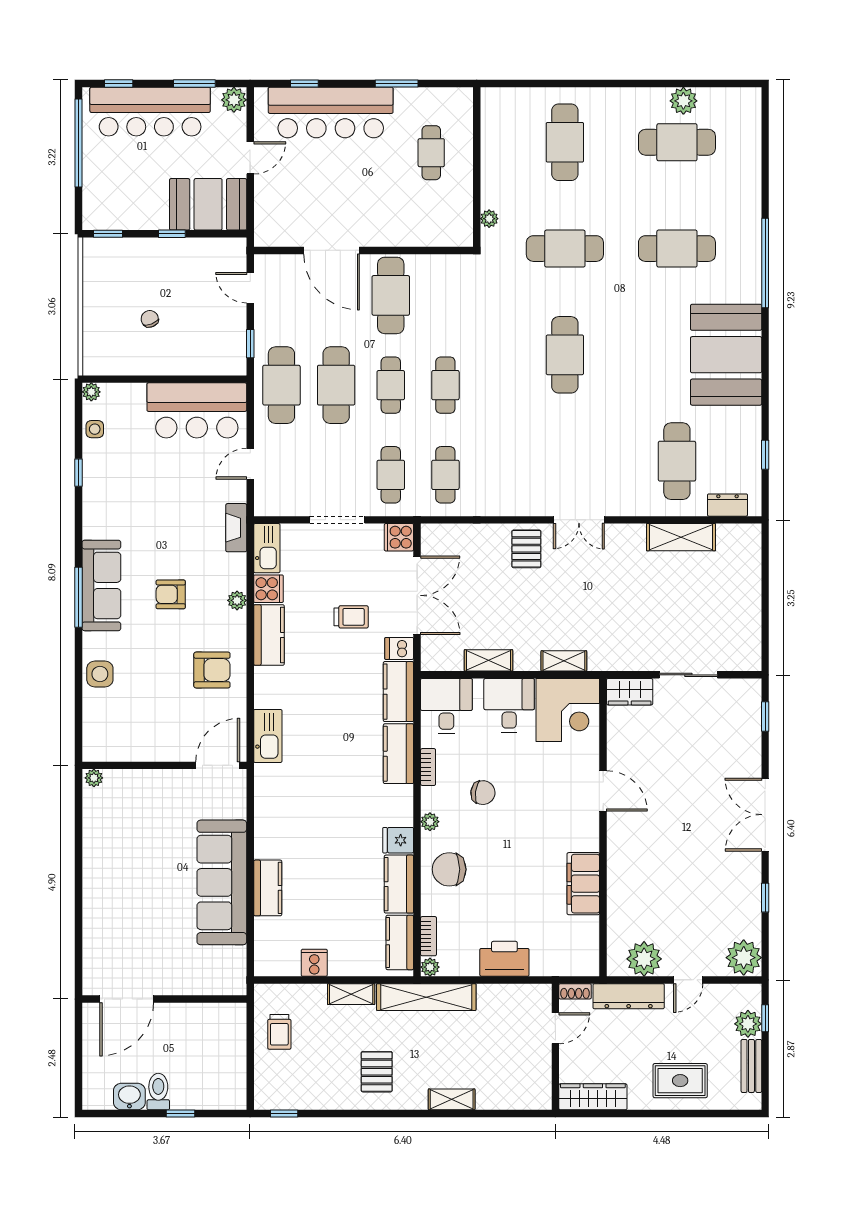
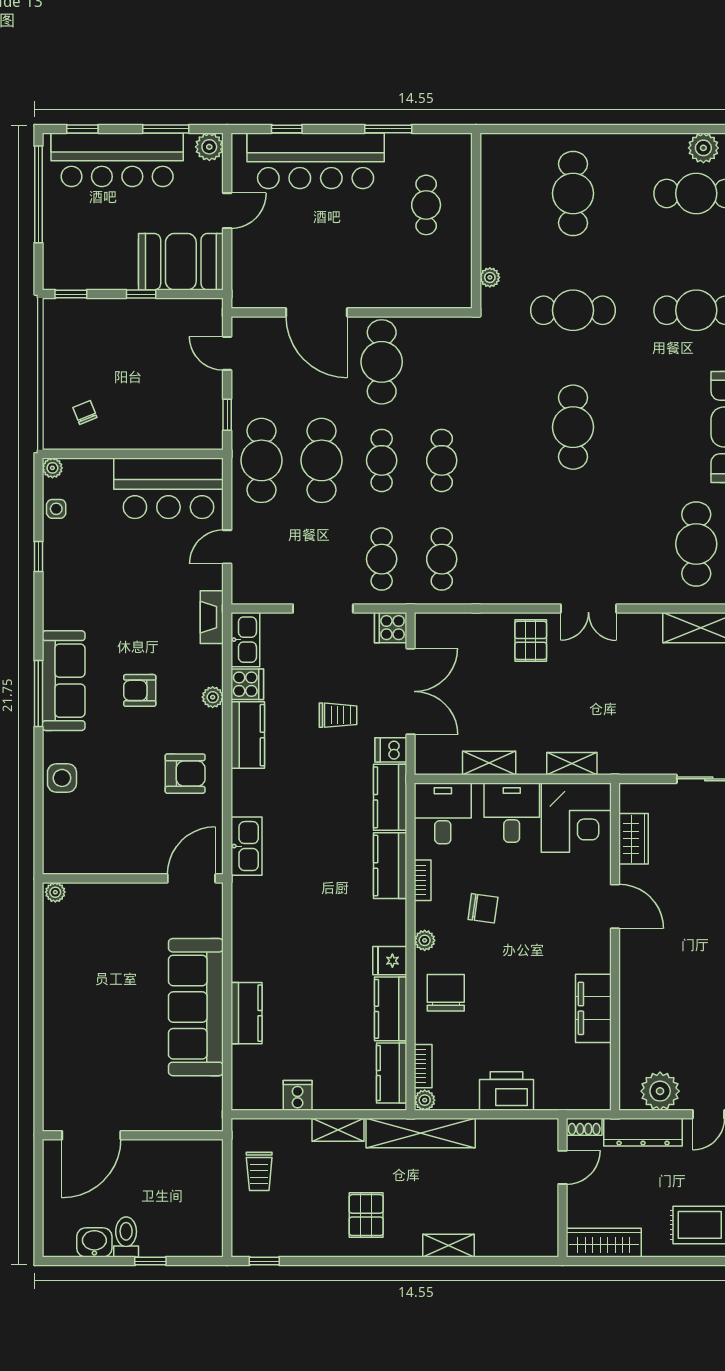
chair: (150, 319) -> (85, 412), moved
wardrobe: (630, 692) -> (634, 839), moved, turned -90
chair: (449, 869) -> (446, 993), turned 90

